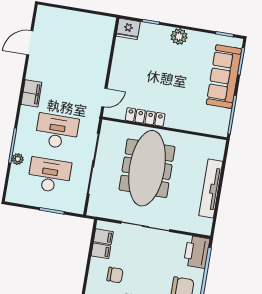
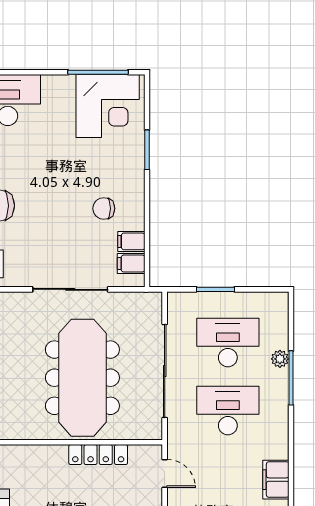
filing cabinet: (31, 93) -> (276, 480), moved
door: (104, 98) -> (165, 474), swing flipped
desk: (57, 131) -> (228, 410), turned 180
desk: (49, 175) -> (228, 343), turned 180

